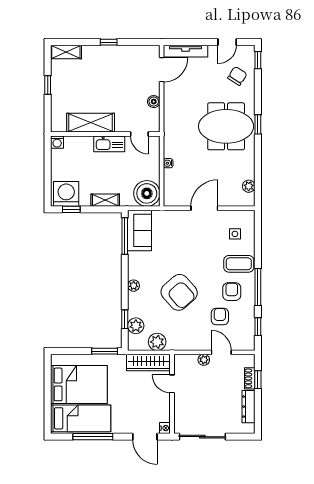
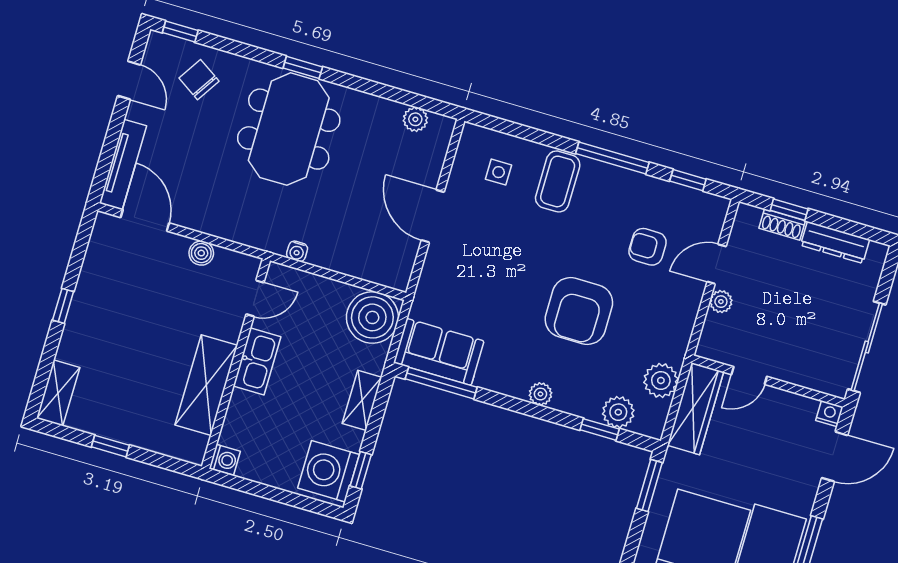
water cooler: (168, 163) -> (297, 251), moved
armchair: (179, 292) -> (579, 311), turned 131
armchair: (232, 292) -> (607, 210), removed

